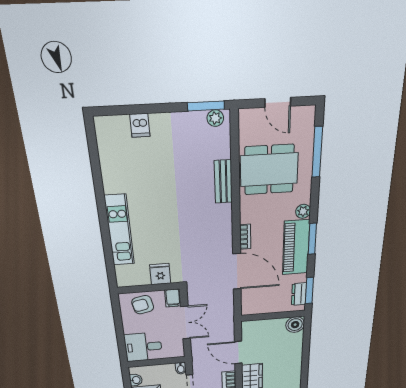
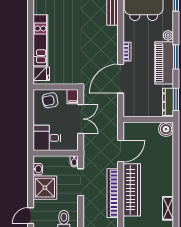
door: (237, 271) -> (121, 79), swing flipped
fridge: (160, 274) -> (41, 74), moved, turned 90
dresser: (299, 294) -> (168, 102), width x1.44
door: (238, 353) -> (121, 151), swing flipped

